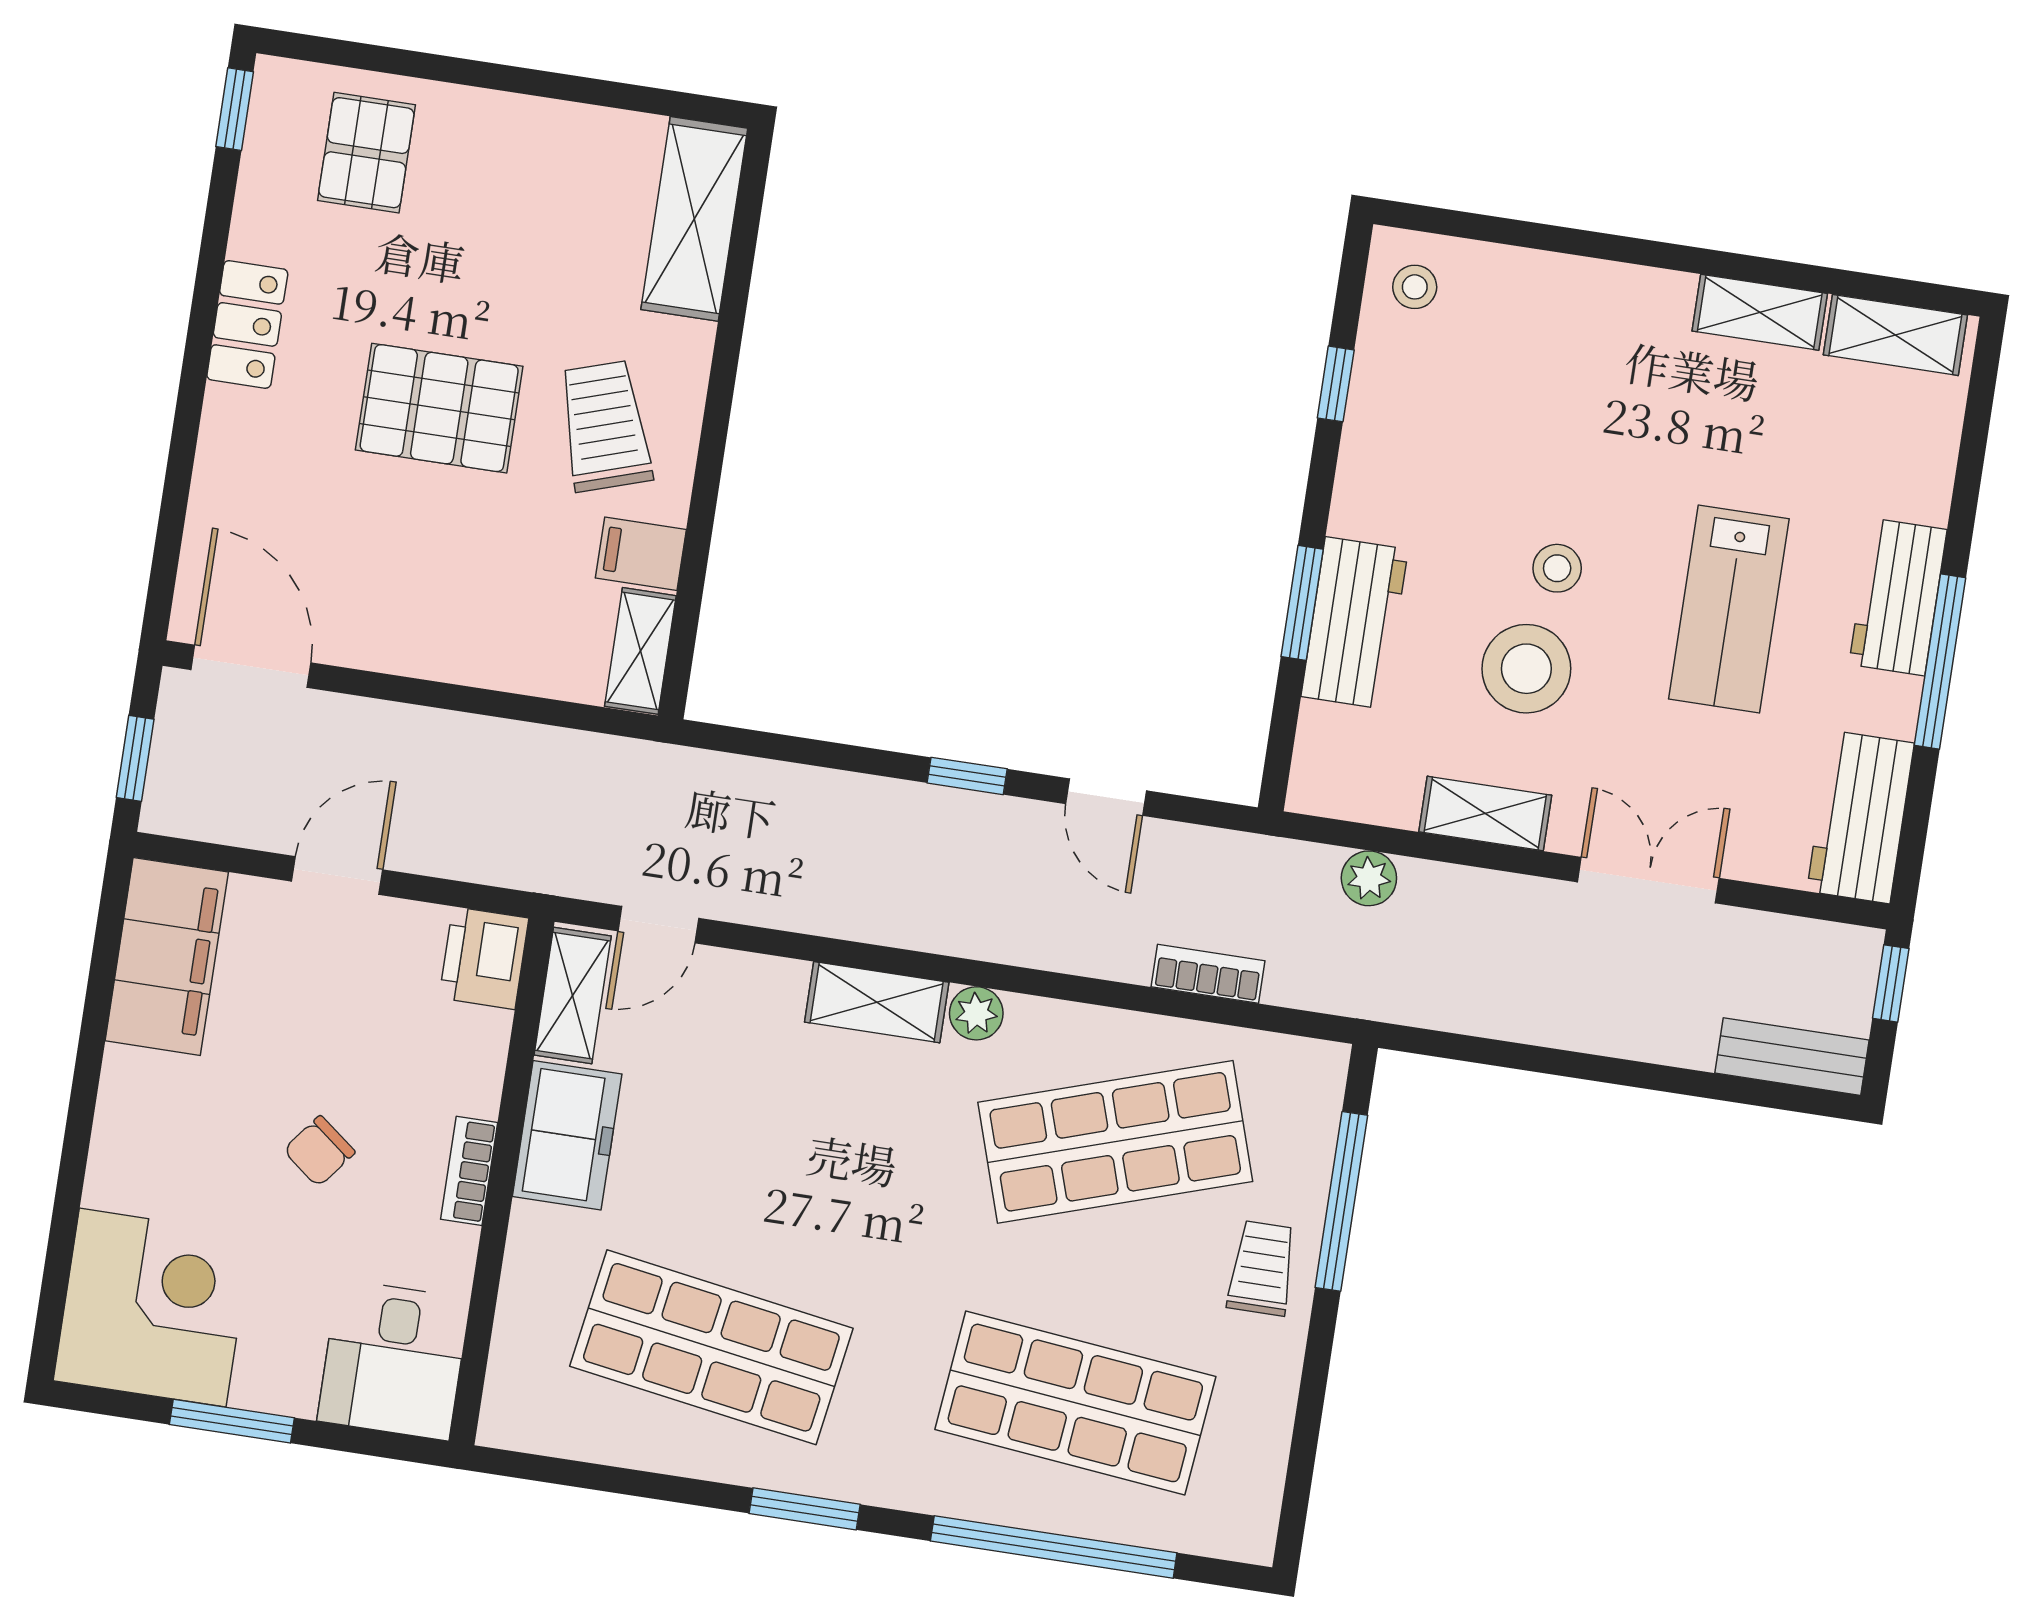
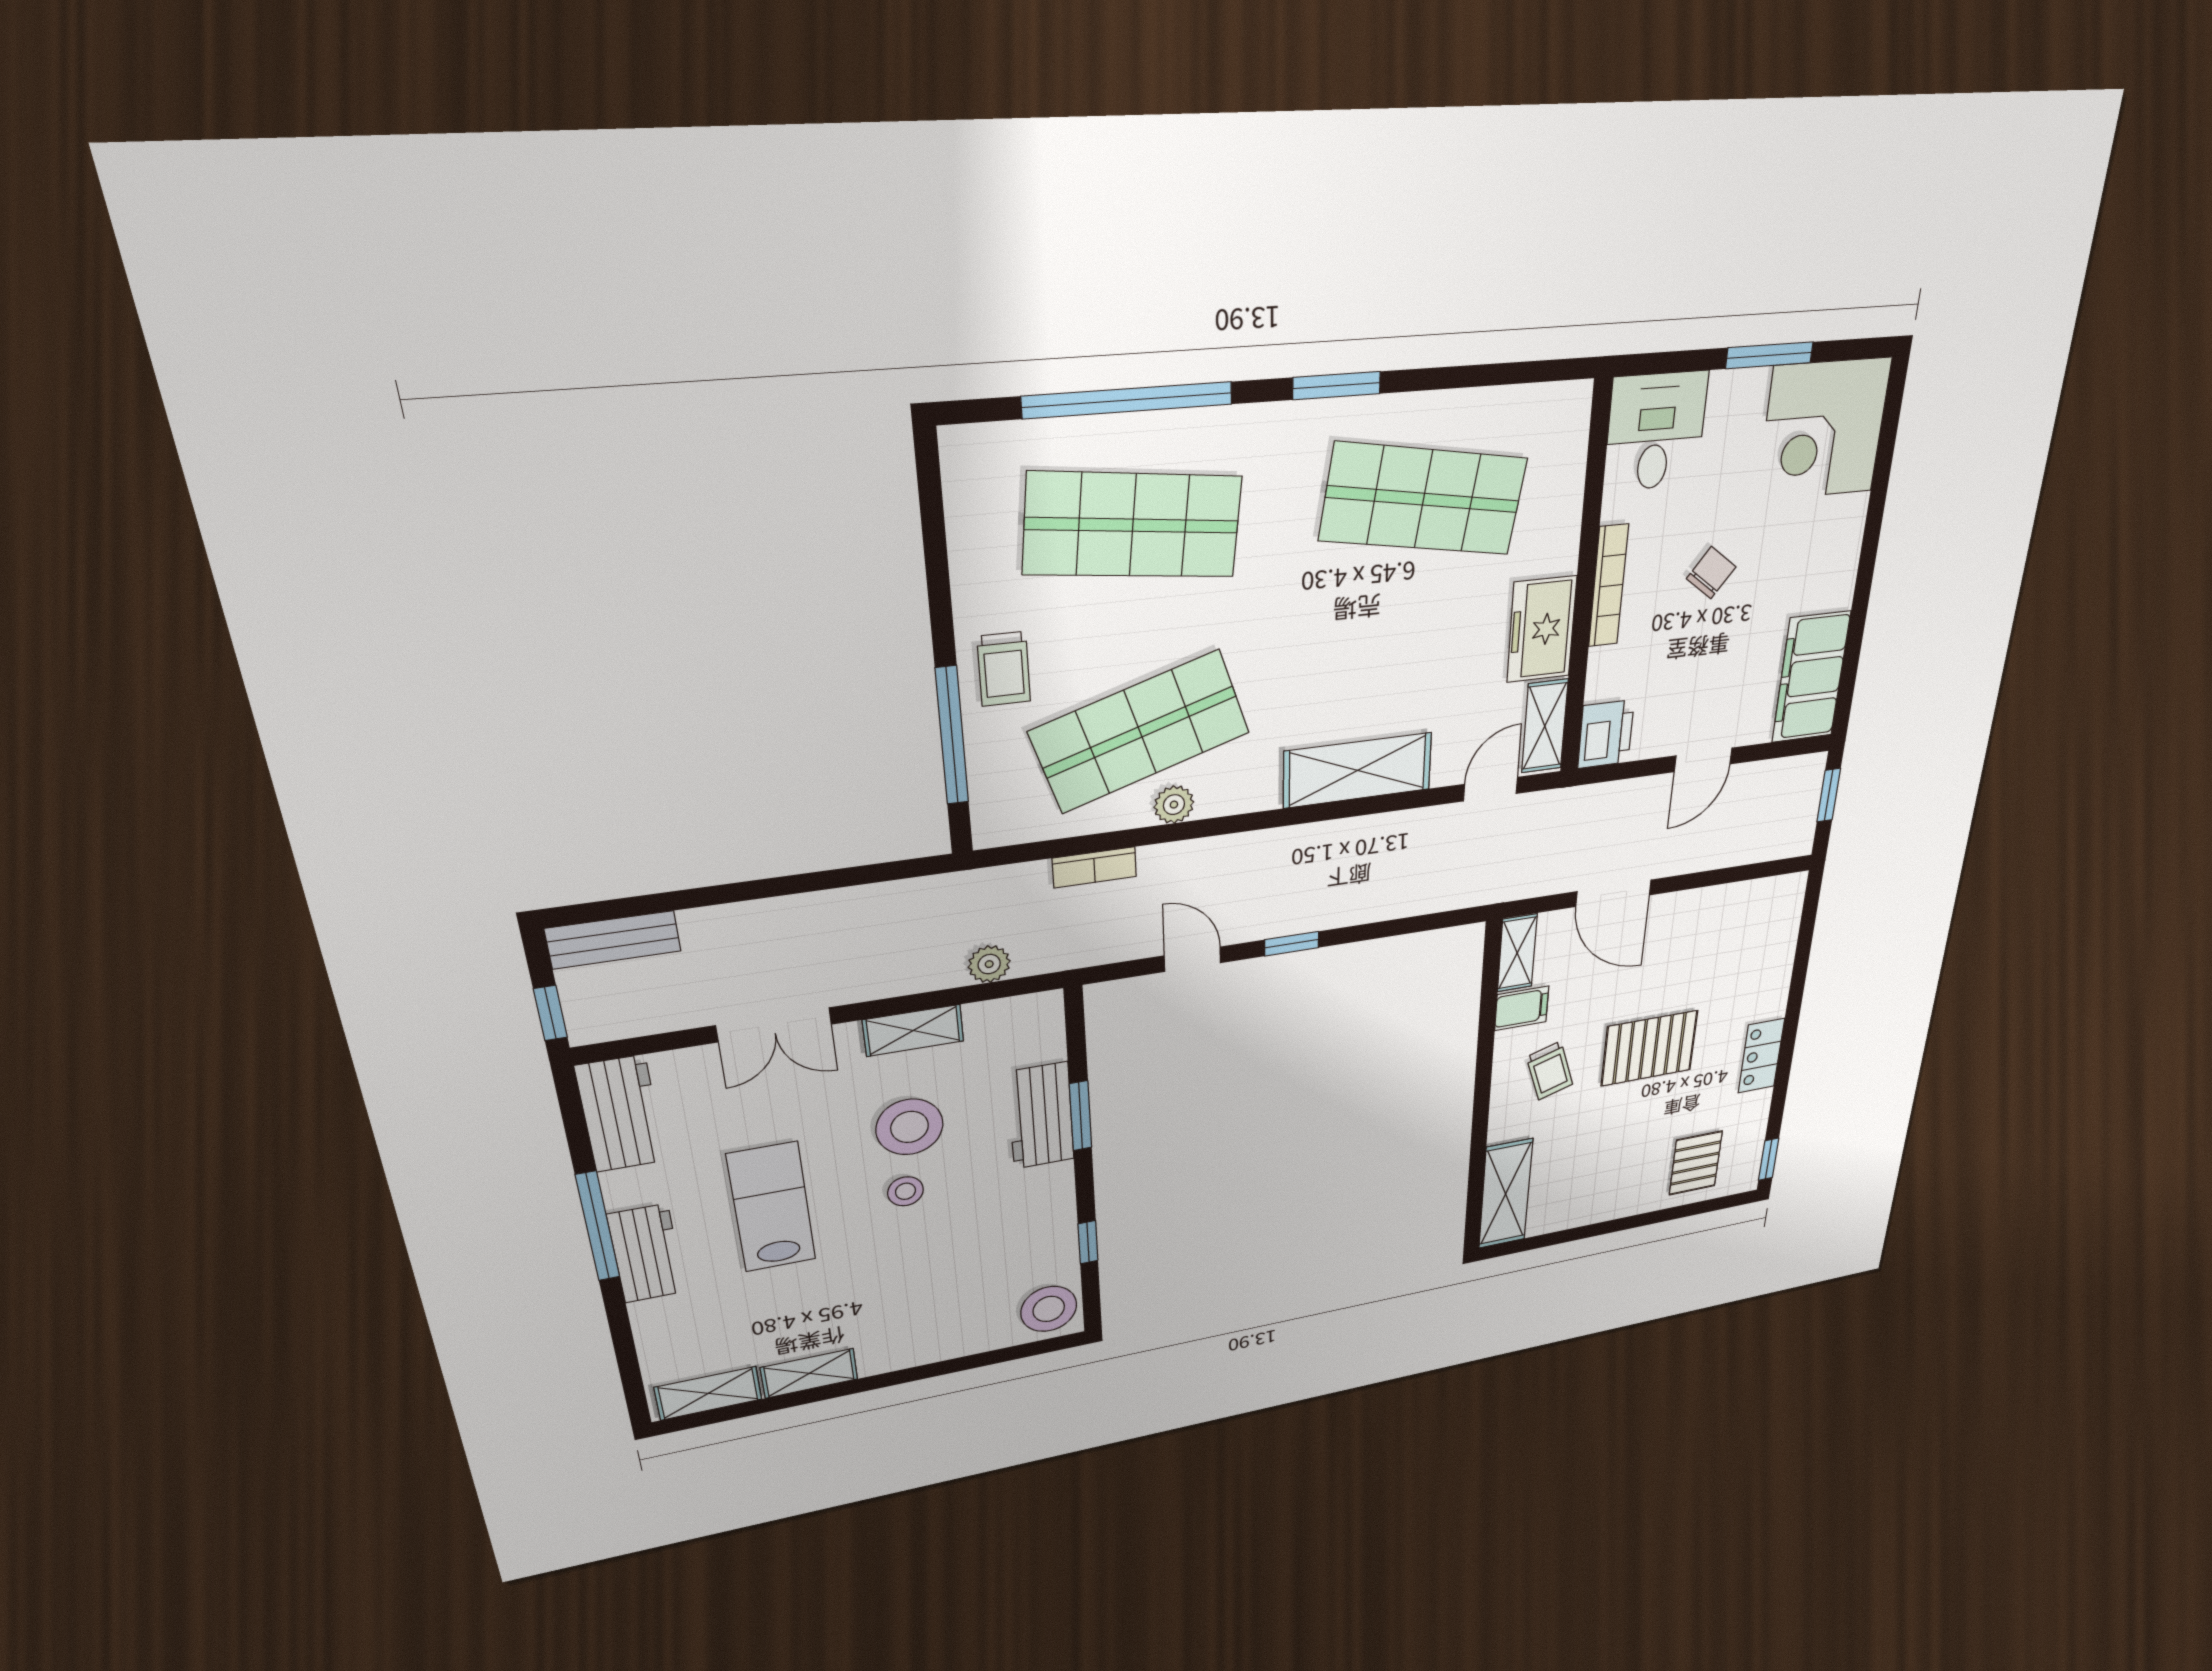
stool: (1415, 287) -> (1049, 1309), width x1.89, depth x1.89
trolley: (605, 426) -> (1550, 1071), width x0.73, depth x0.72
door: (251, 666) -> (1613, 893), moved
shelving: (877, 1002) -> (1358, 770), width x1.50, depth x1.33
plant: (976, 1013) -> (1174, 805), moved
bookcase: (469, 1171) -> (1608, 586), width x1.56

